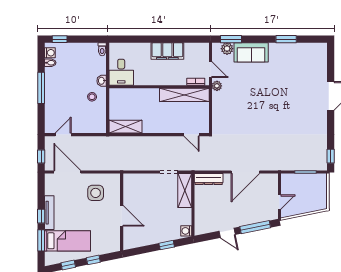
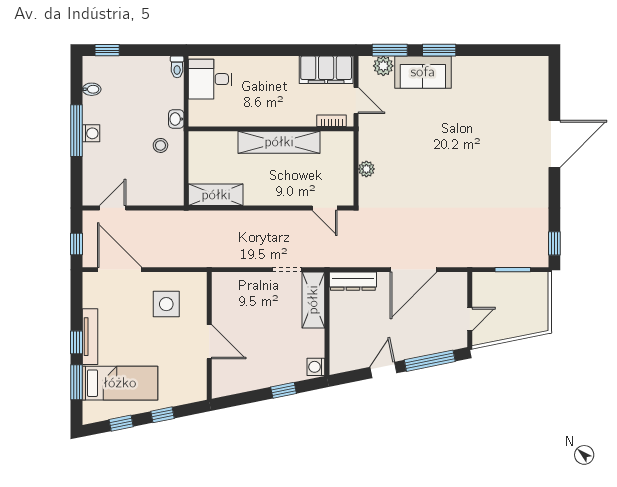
window: (286, 39) -> (439, 50), moved
filing cabinet: (167, 51) -> (326, 70), moved
washing machine: (50, 53) -> (91, 133), moved
desk: (121, 72) -> (210, 79), moved, turned 90
plant: (217, 86) -> (366, 169), moved
shelving: (184, 95) -> (279, 142), moved
door: (227, 233) -> (383, 370), swing flipped

